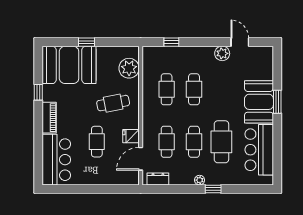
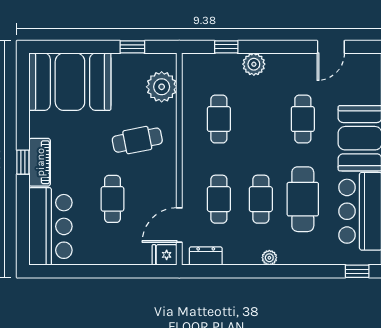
window: (87, 42) -> (132, 47), moved
door: (240, 42) -> (331, 47), swing flipped
plant: (222, 53) -> (254, 64), moved
cafe table: (194, 89) -> (303, 119), moved
window: (38, 92) -> (23, 162), moved
fridge: (131, 136) -> (165, 255), moved
window: (213, 189) -> (357, 271), moved

